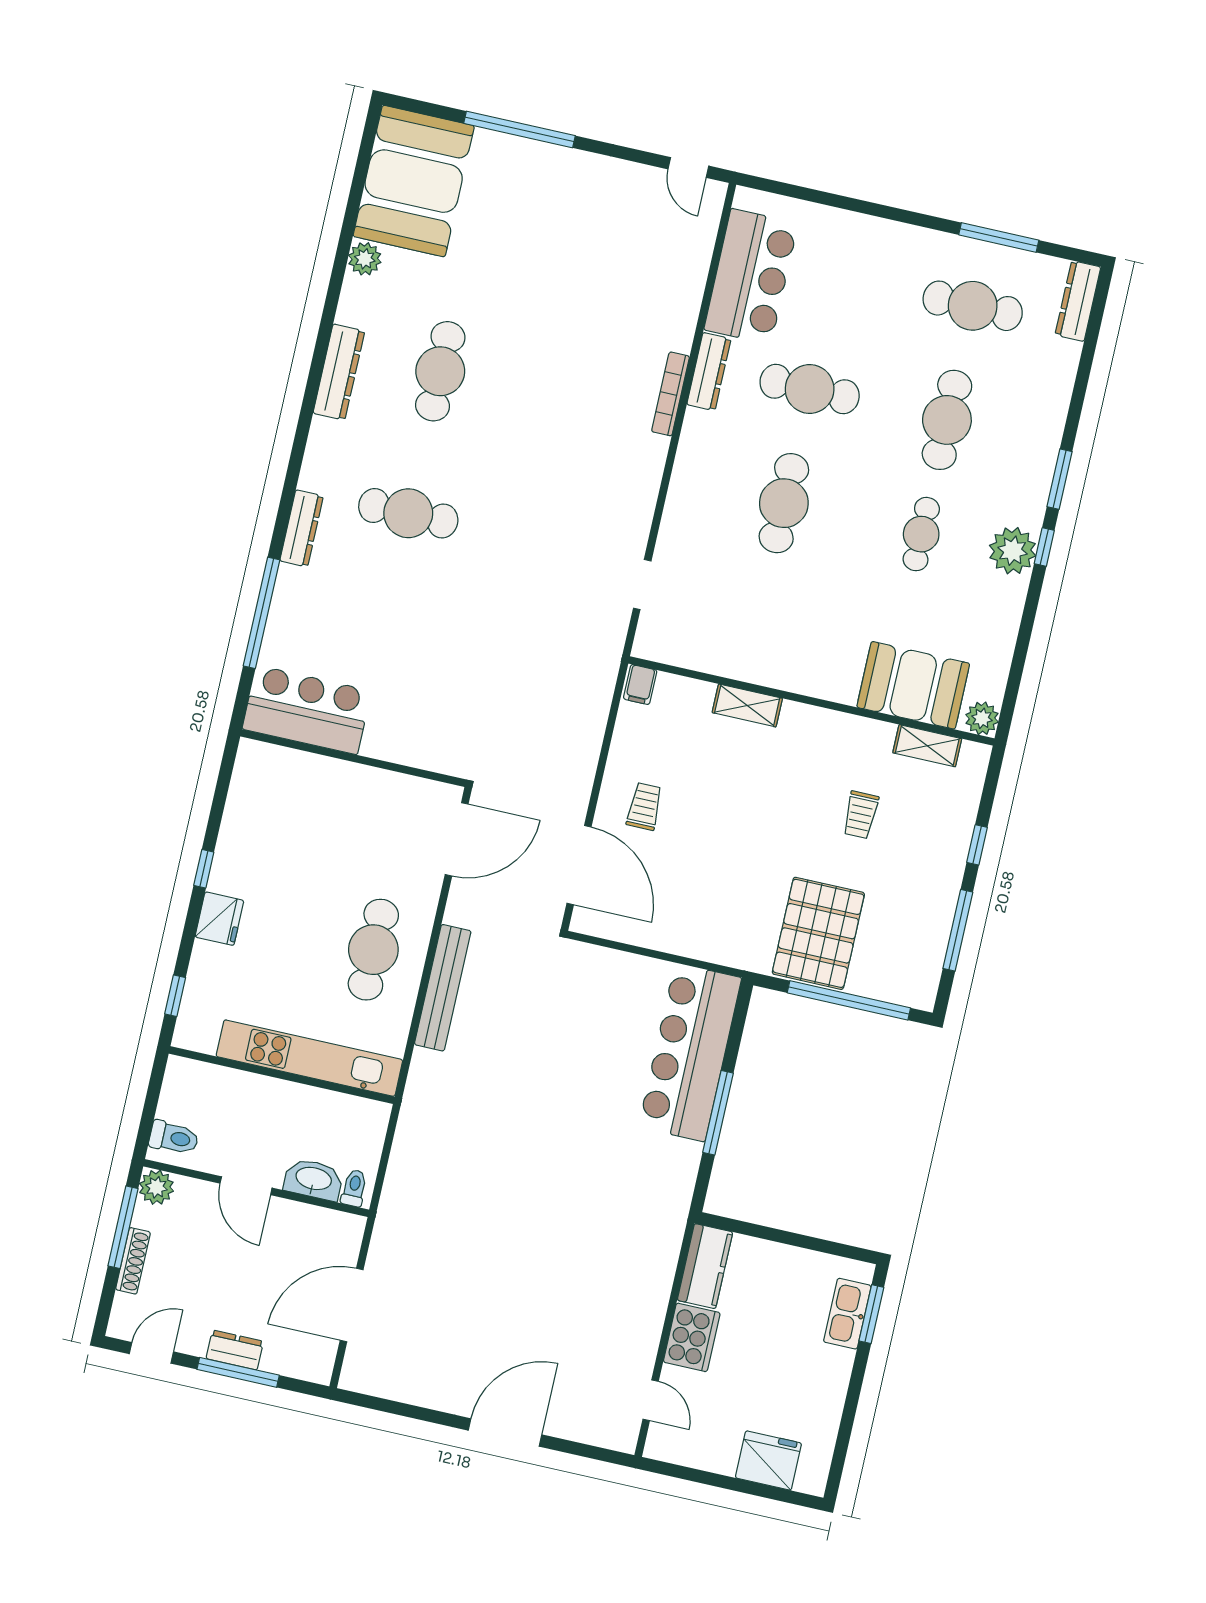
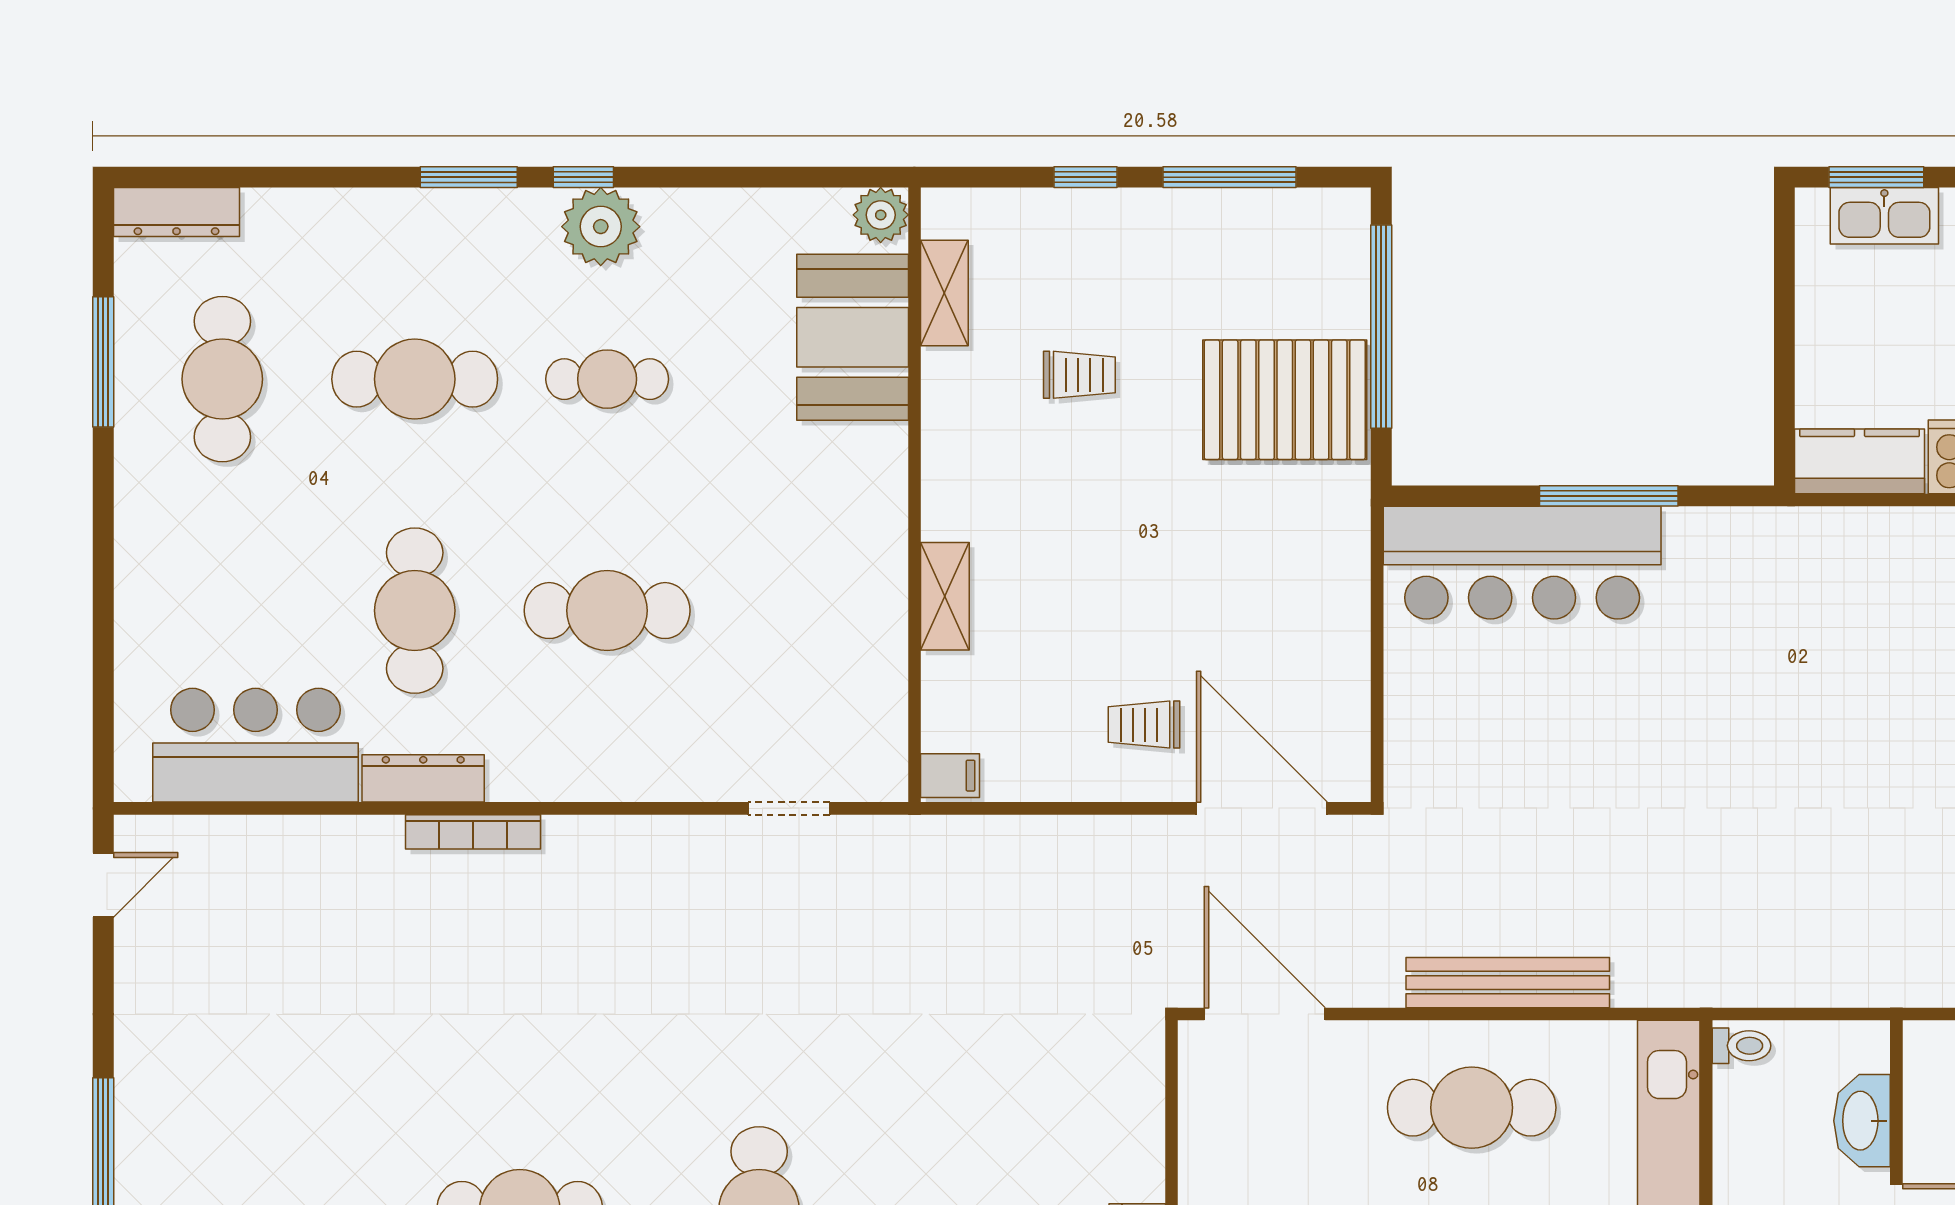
door: (579, 865) -> (1262, 808), hinge flipped
toilet: (354, 1188) -> (1741, 1046), moved, turned 180

